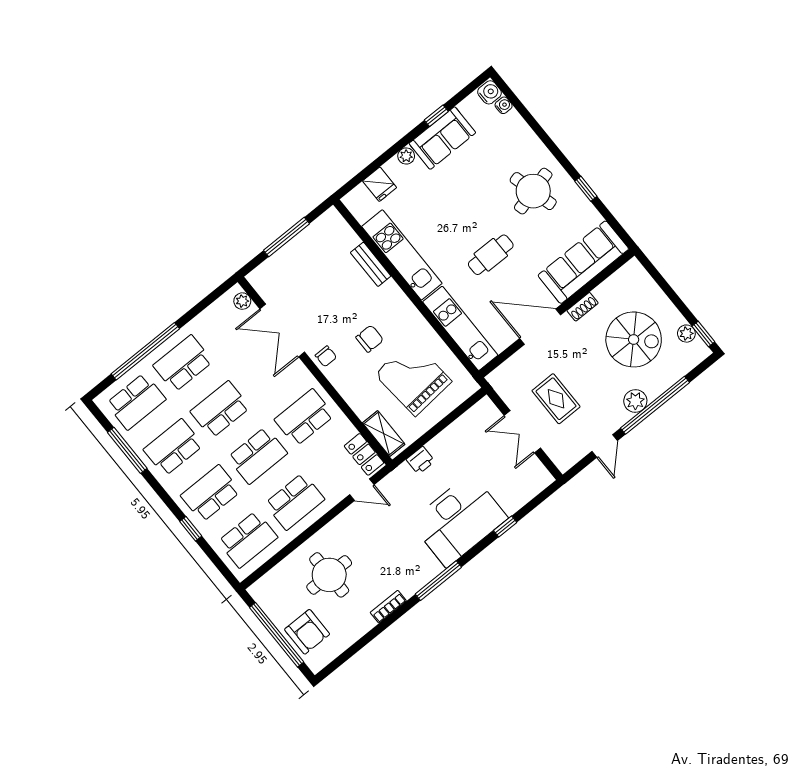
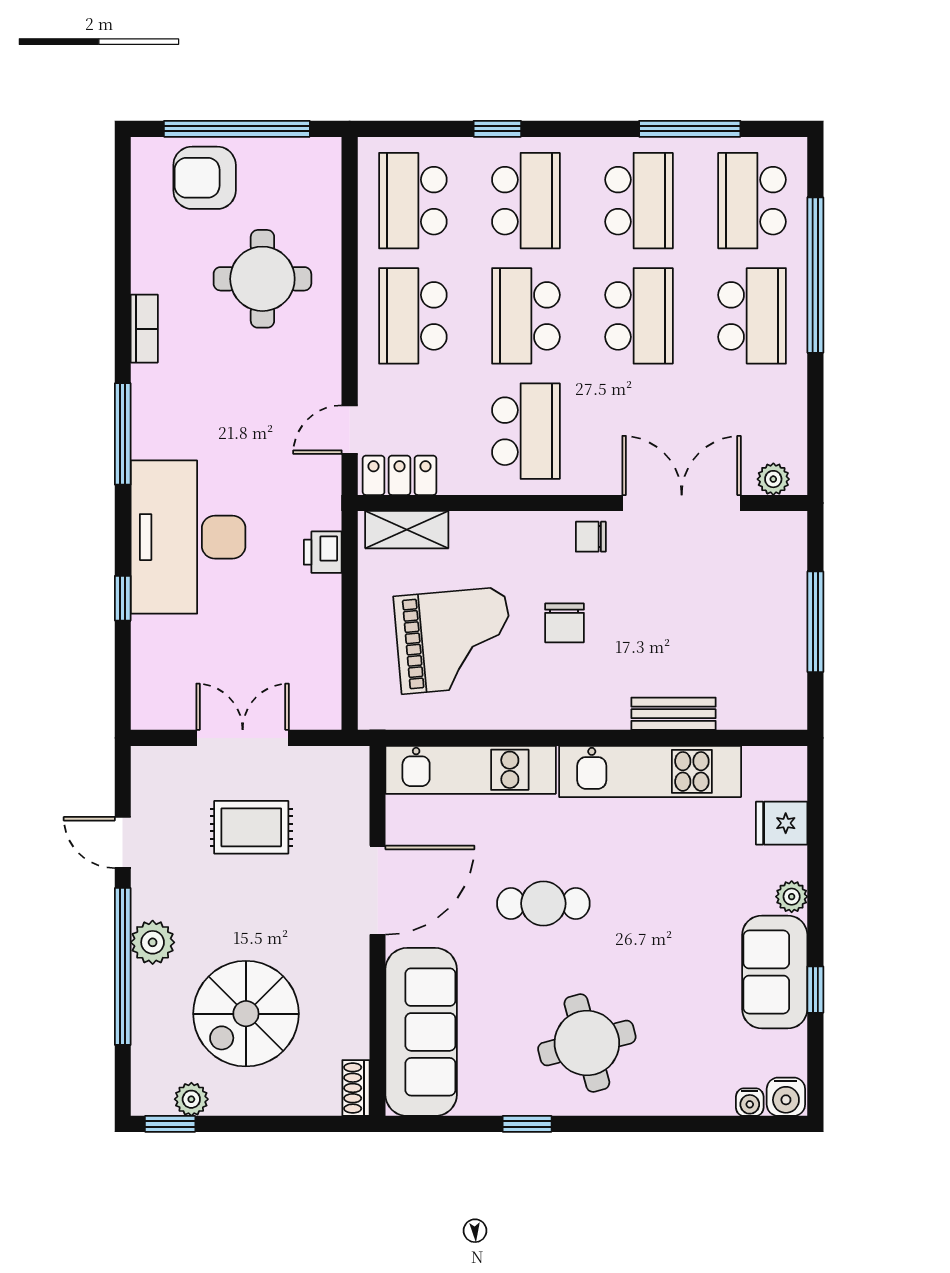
cafe table: (491, 255) -> (543, 903), turned 90
shoe rack: (583, 307) -> (356, 1088), moved

